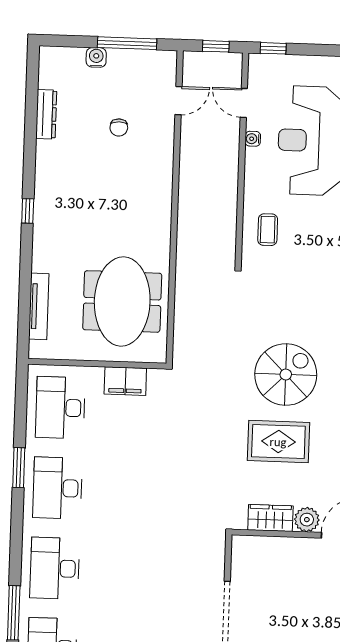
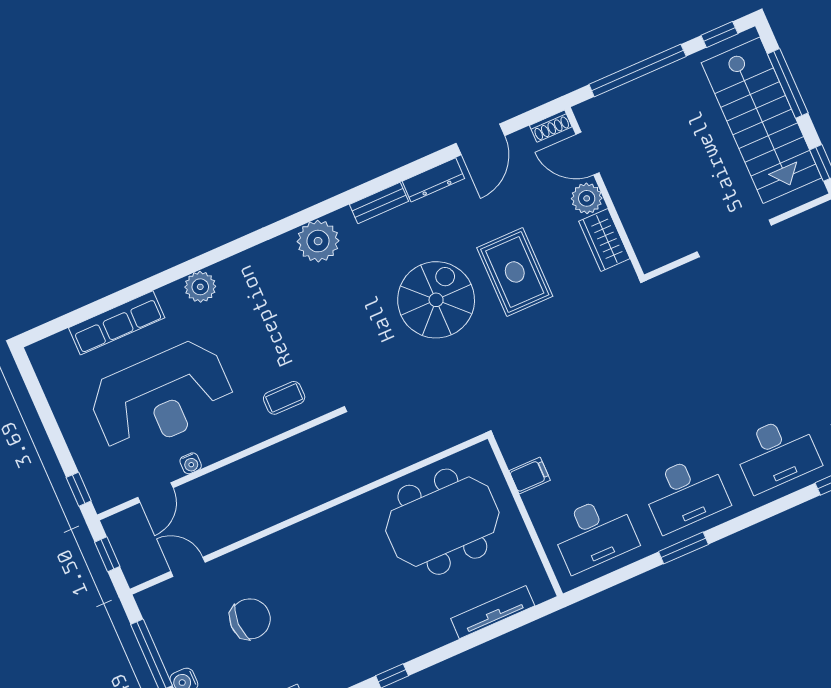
chair: (119, 127) -> (250, 619), width x1.87, depth x1.87
spiral stairs: (286, 375) -> (436, 300), turned 90
filing cabinet: (125, 381) -> (530, 475), width x0.50

